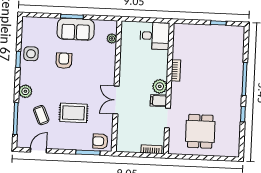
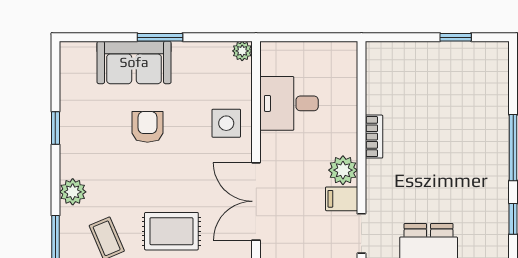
sofa: (76, 29) -> (134, 62), moved
desk: (155, 36) -> (289, 103), moved, turned 180
plant: (112, 38) -> (242, 51), moved
side table: (31, 54) -> (226, 123), moved
double door: (116, 100) -> (256, 201), width x1.37

